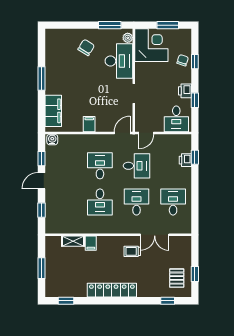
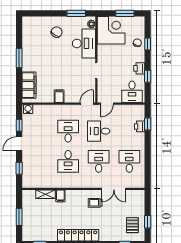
desk: (137, 166) -> (99, 131), turned 180

